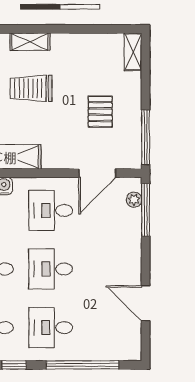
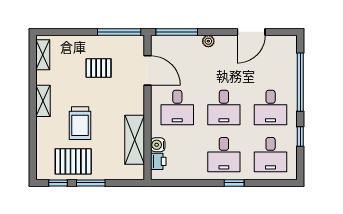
shelving: (30, 42) -> (43, 101), moved
shelving: (133, 52) -> (43, 55), moved, turned 90
plant: (134, 200) -> (208, 41), moved

